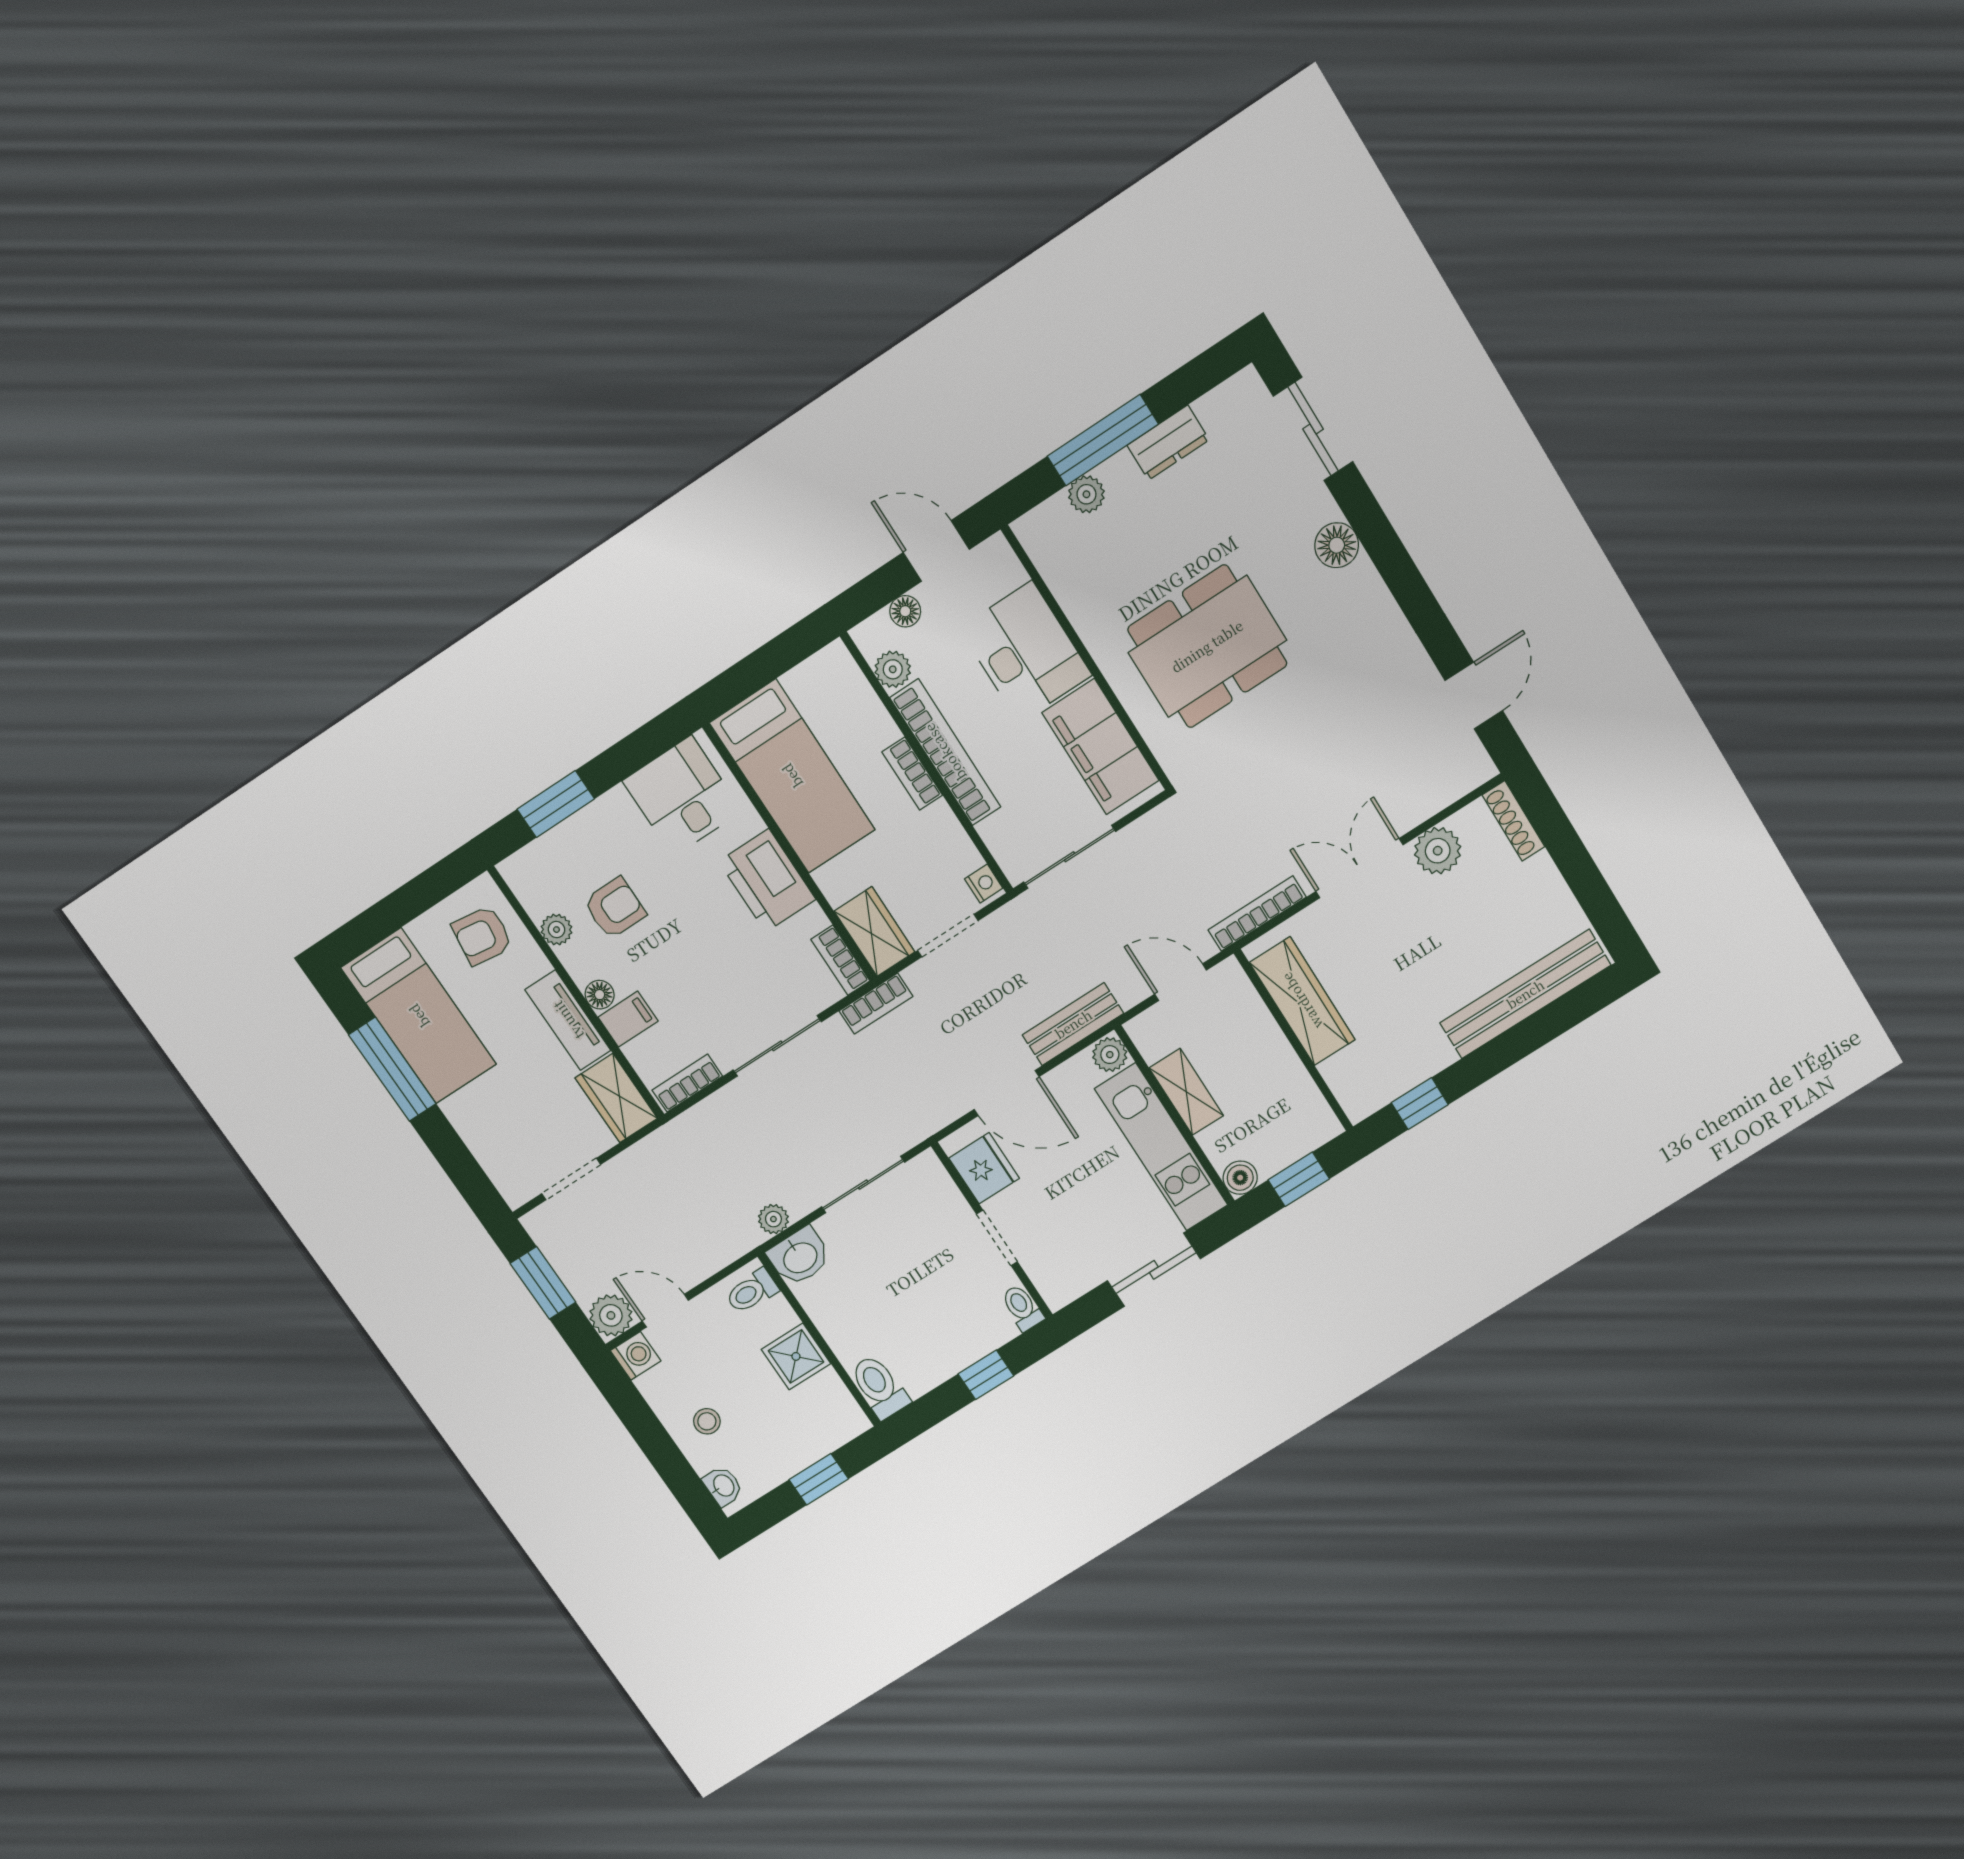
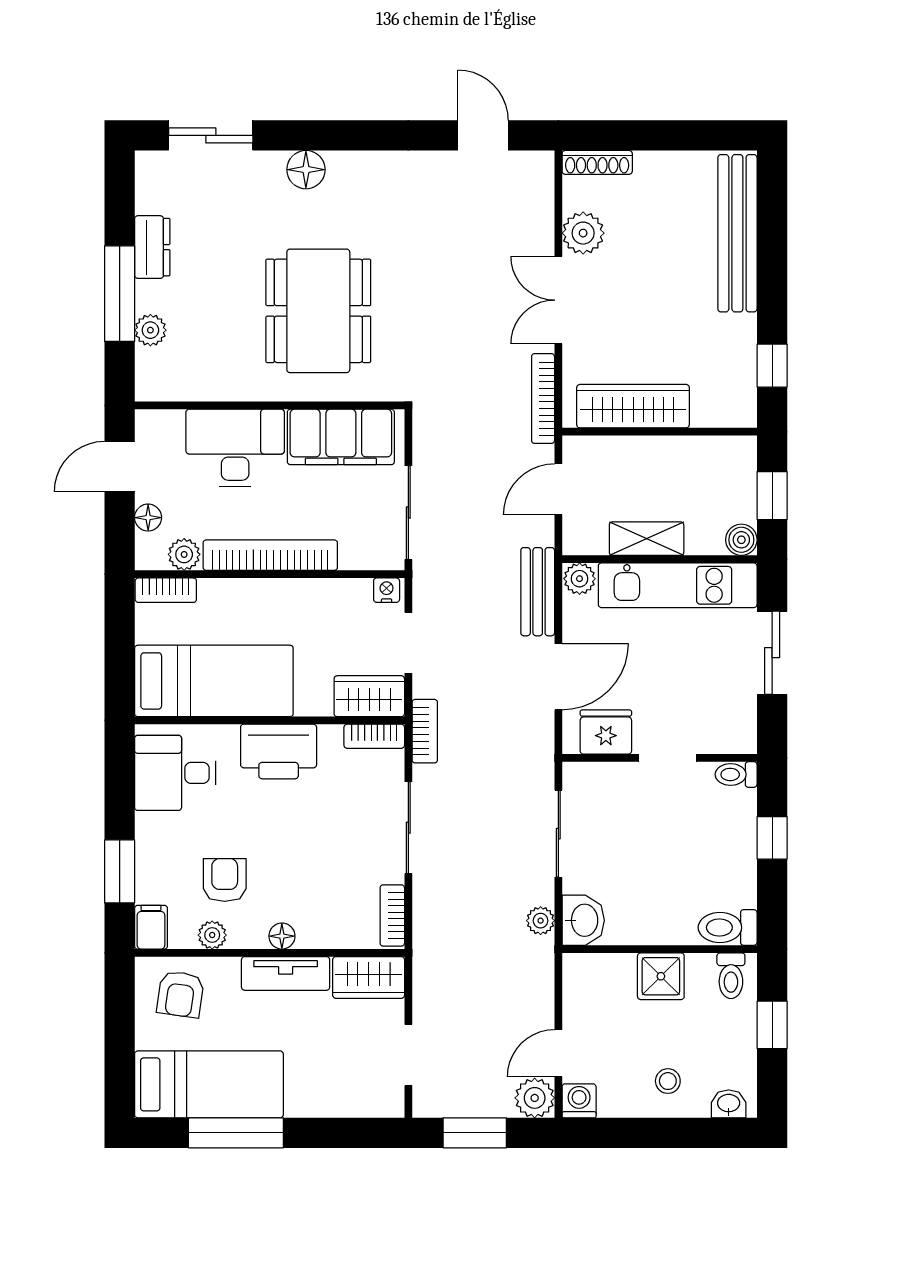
bookcase: (912, 774) -> (166, 590), moved
filing cabinet: (628, 1019) -> (151, 927), moved
toilet: (752, 1291) -> (731, 976), moved

